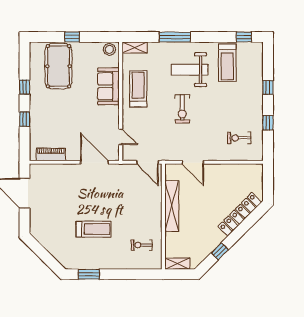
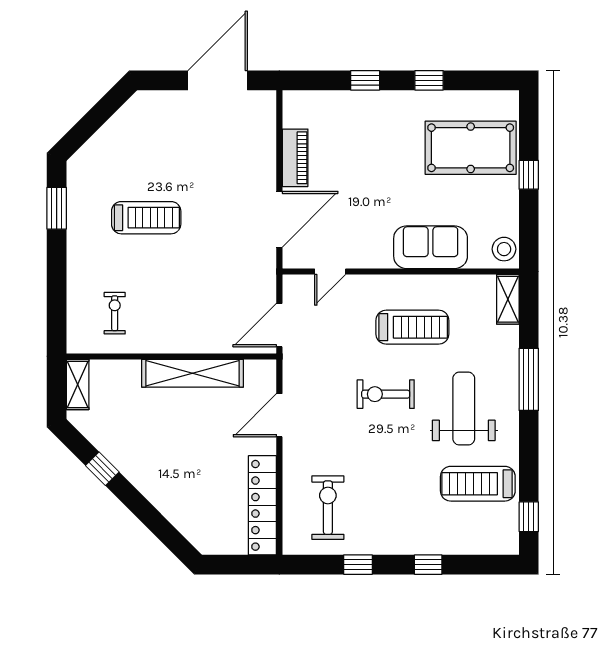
treadmill: (138, 89) -> (412, 327), moved
exercise bike: (239, 138) -> (328, 508), width x1.38, depth x1.39
piano: (51, 154) -> (295, 158), moved
locker: (240, 214) -> (262, 505), moved, turned -135
treadmill: (94, 229) -> (146, 218), turned -90

